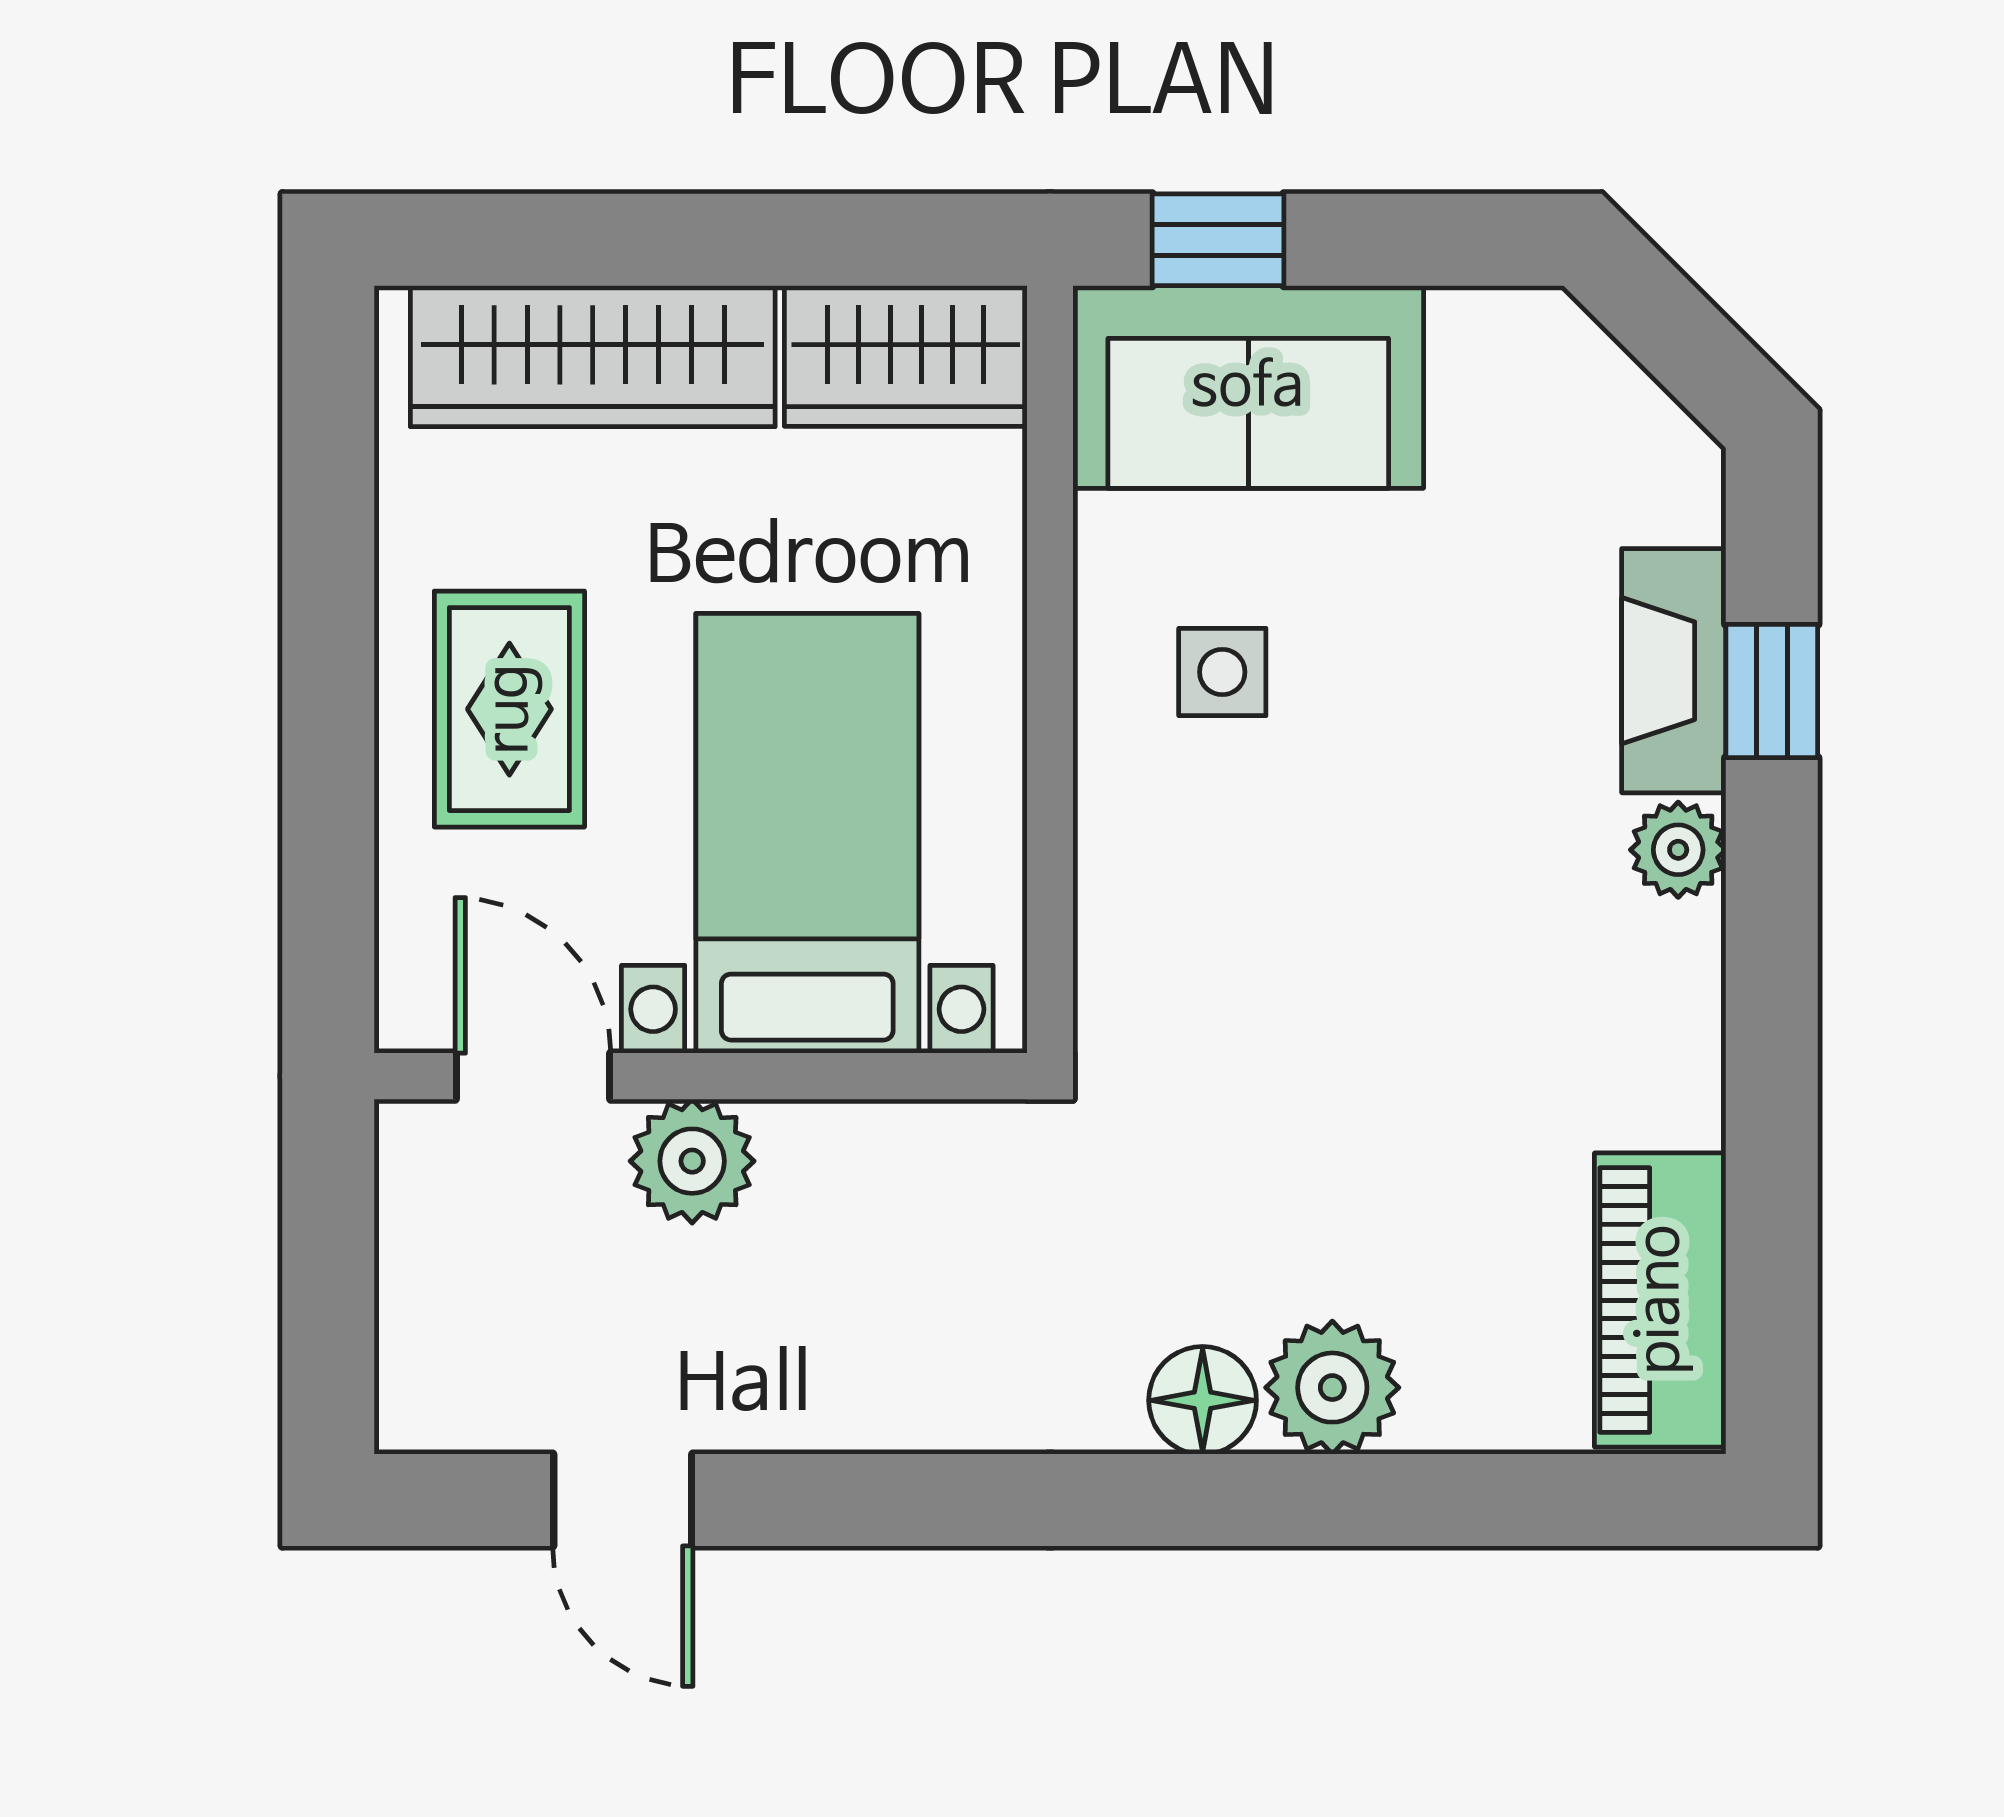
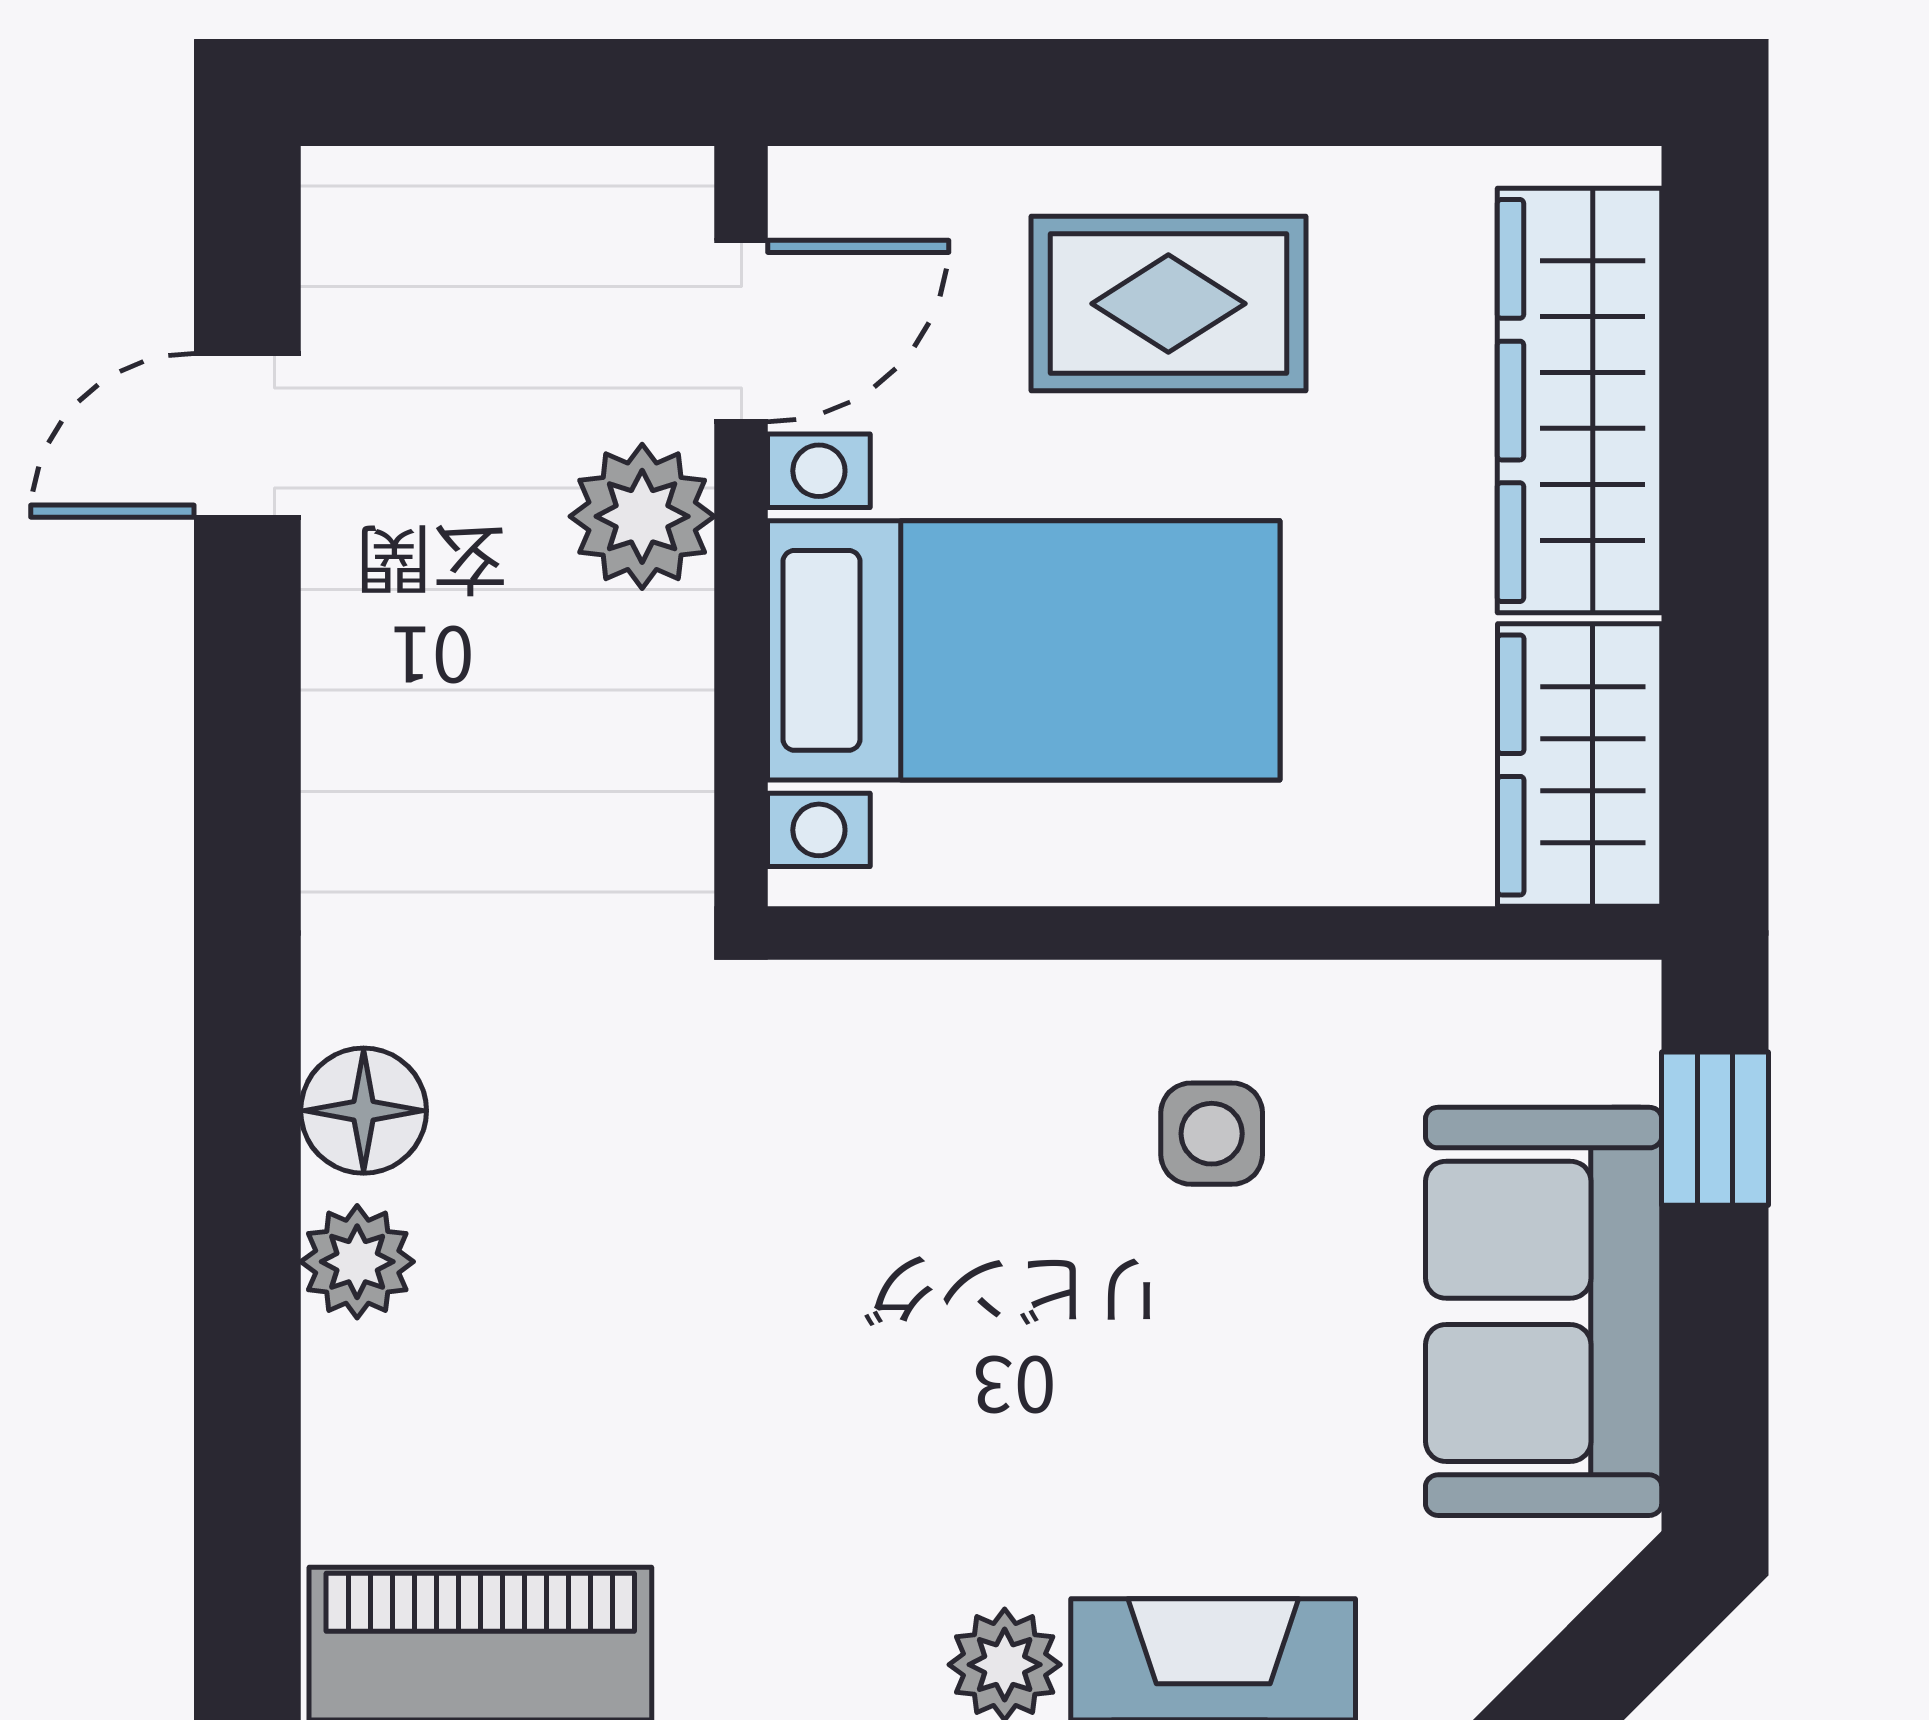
sofa: (1248, 387) -> (1544, 1311), moved
plant: (1332, 1388) -> (357, 1262), width x0.73, depth x0.73

